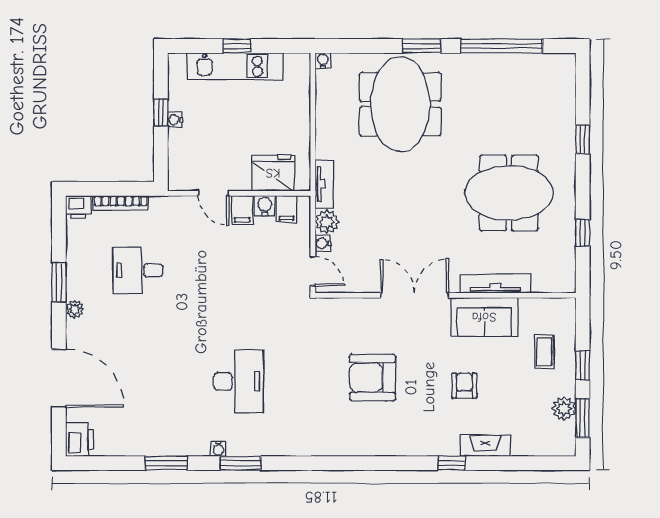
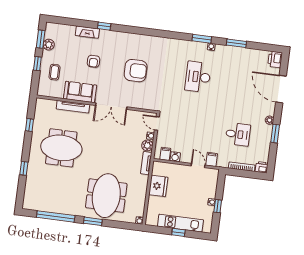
fridge: (273, 173) -> (158, 186), moved, turned -90
filing cabinet: (242, 210) -> (212, 159), moved

